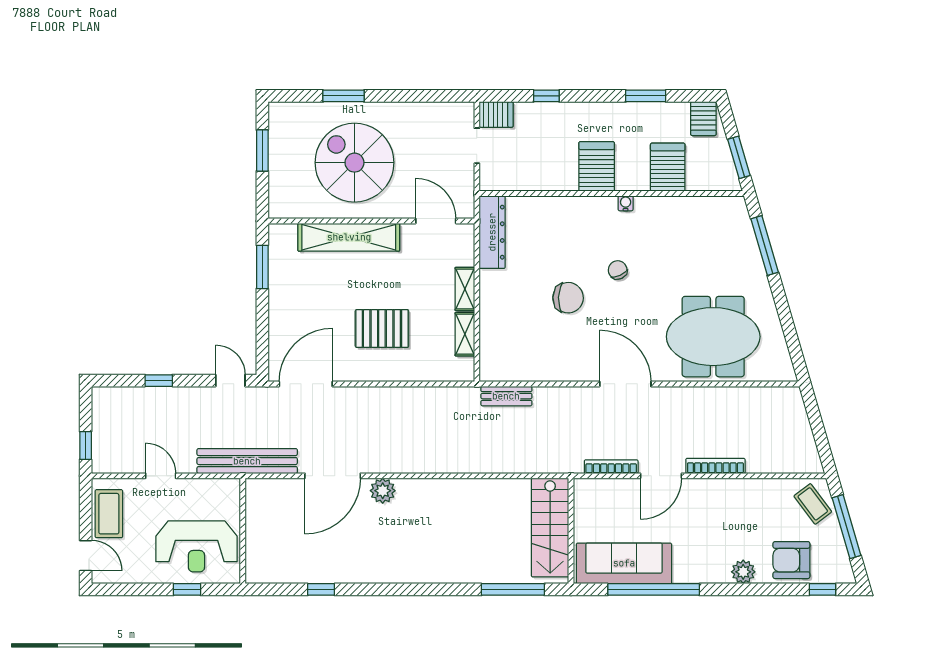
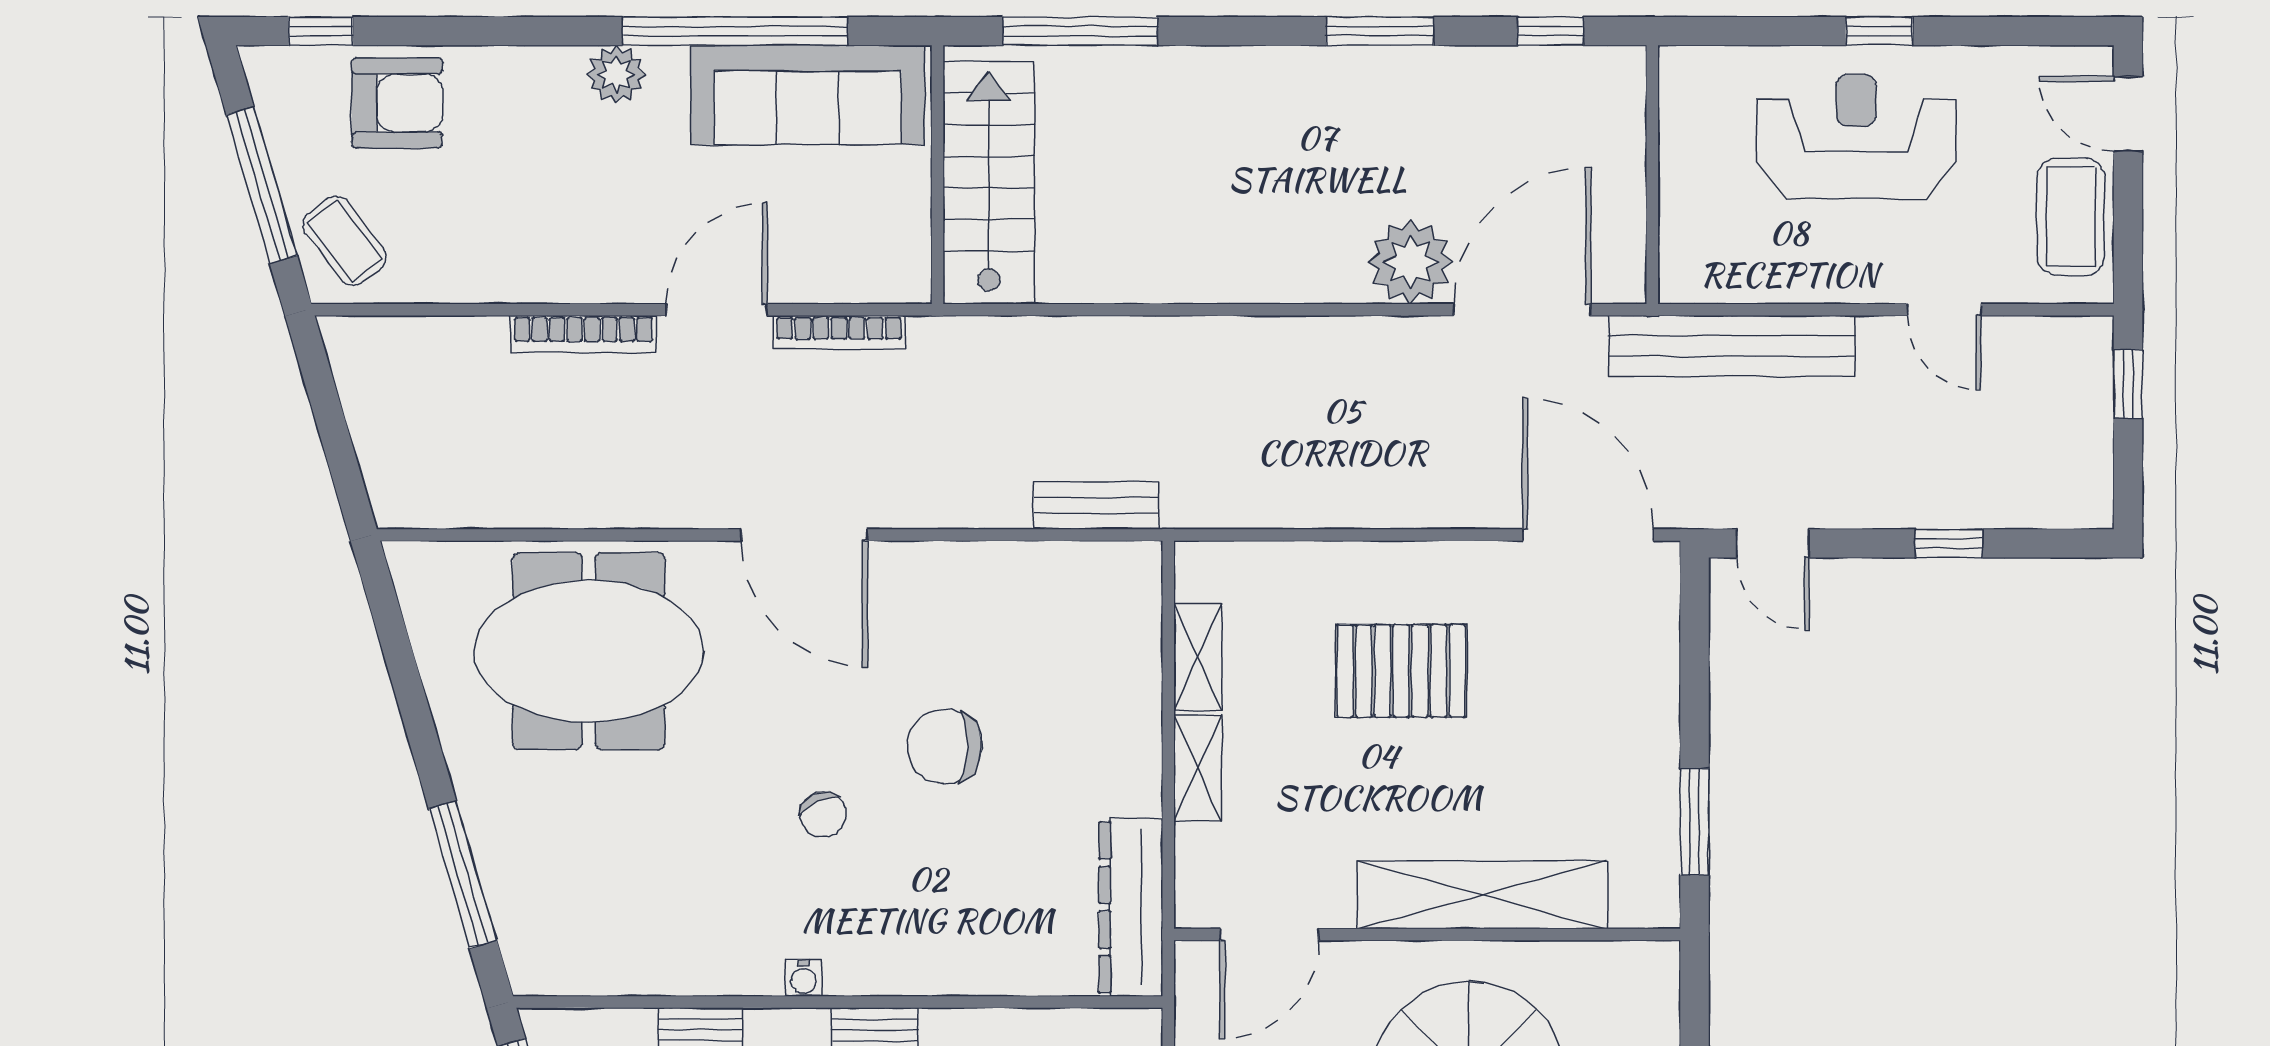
door: (436, 221) -> (1269, 935), hinge flipped
door: (306, 384) -> (1588, 535), swing flipped
plant: (383, 491) -> (1411, 262), width x1.36, depth x1.36
wall: (243, 531) -> (1652, 175), moved
plant: (743, 572) -> (616, 74), moved
window: (391, 589) -> (1380, 31), added

